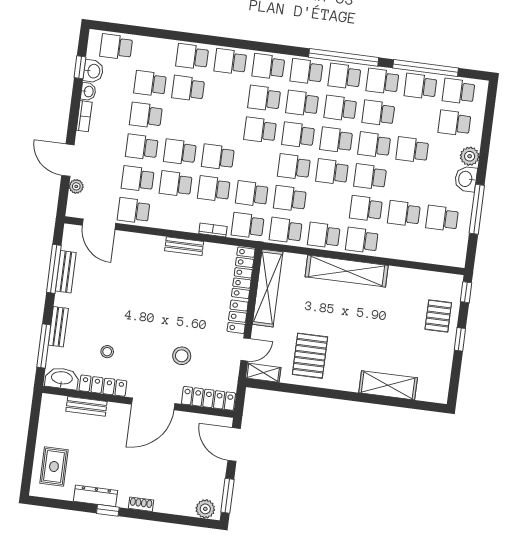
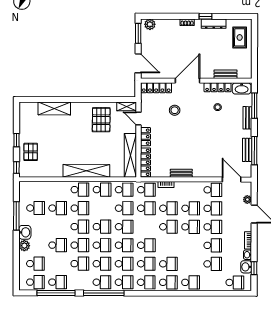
school desk: (382, 81) -> (80, 282), removed
school desk: (188, 88) -> (168, 264), moved
door: (246, 349) -> (138, 119), hinge flipped

